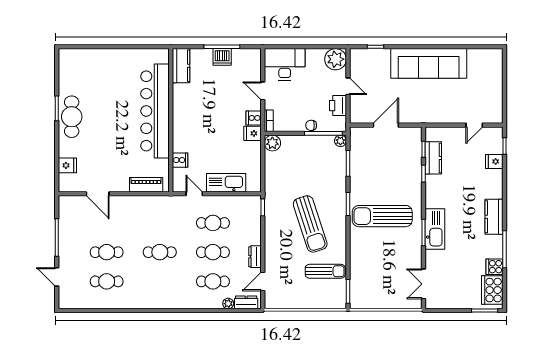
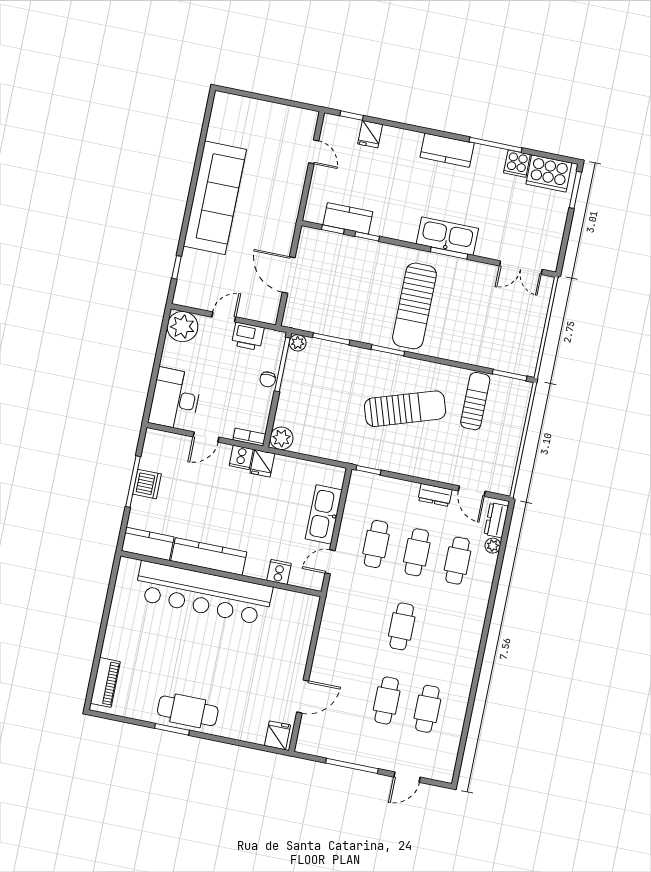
kitchen counter: (181, 110) -> (209, 556), added
fridge: (67, 165) -> (277, 735), moved
piano: (146, 185) -> (105, 682), moved, turned 180

